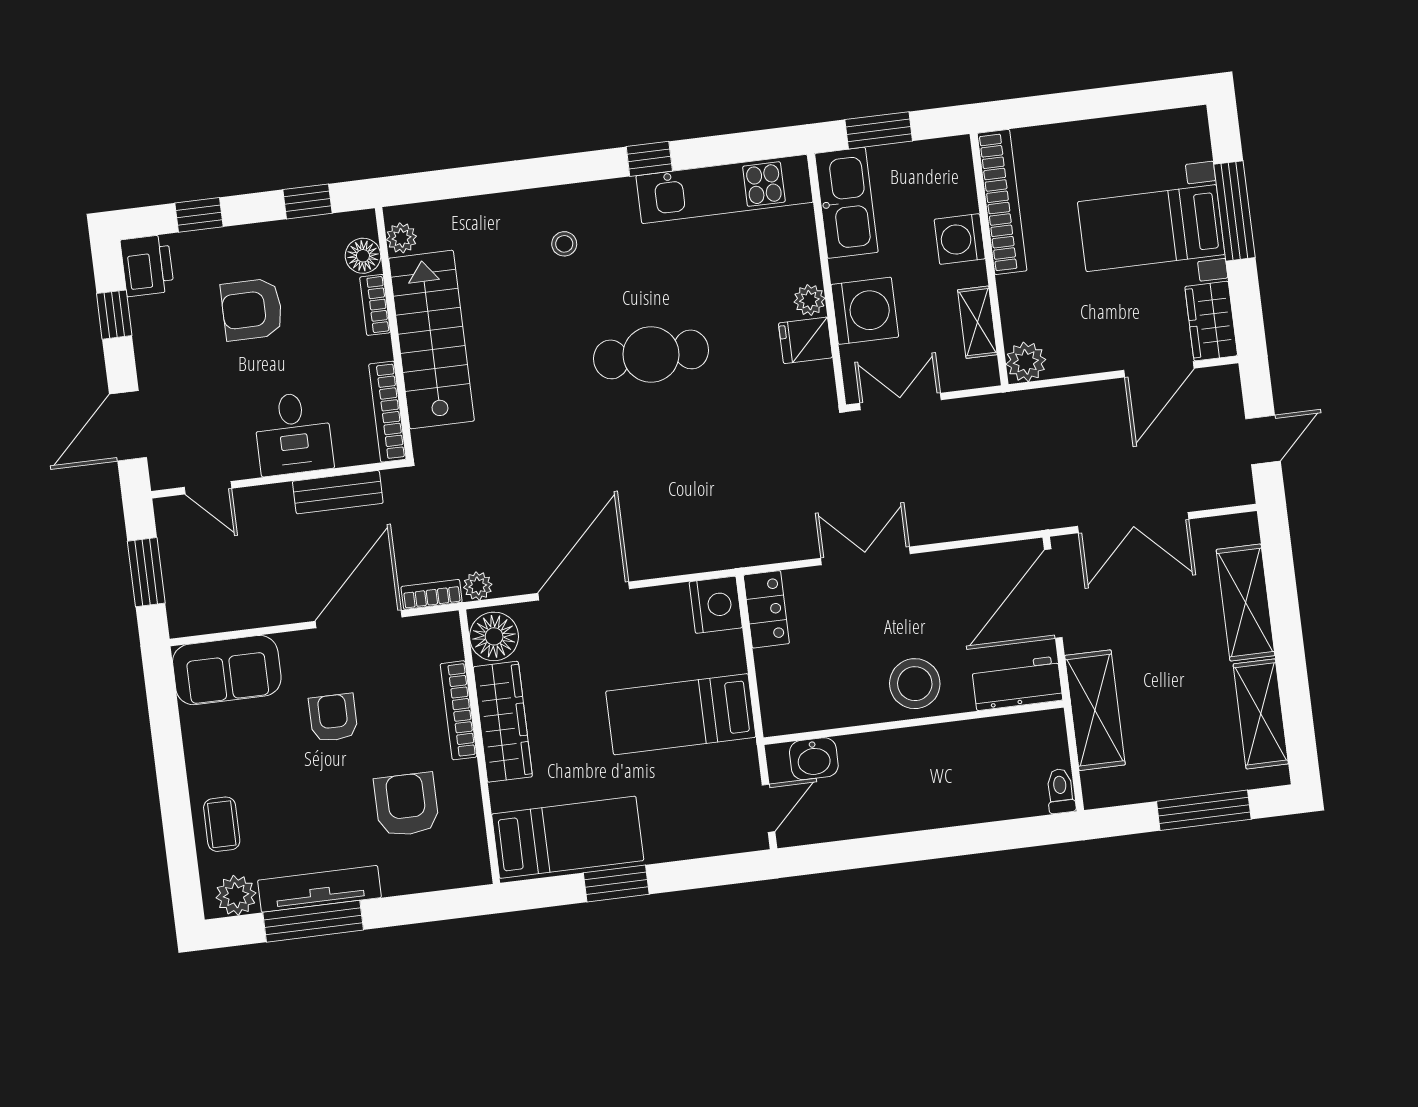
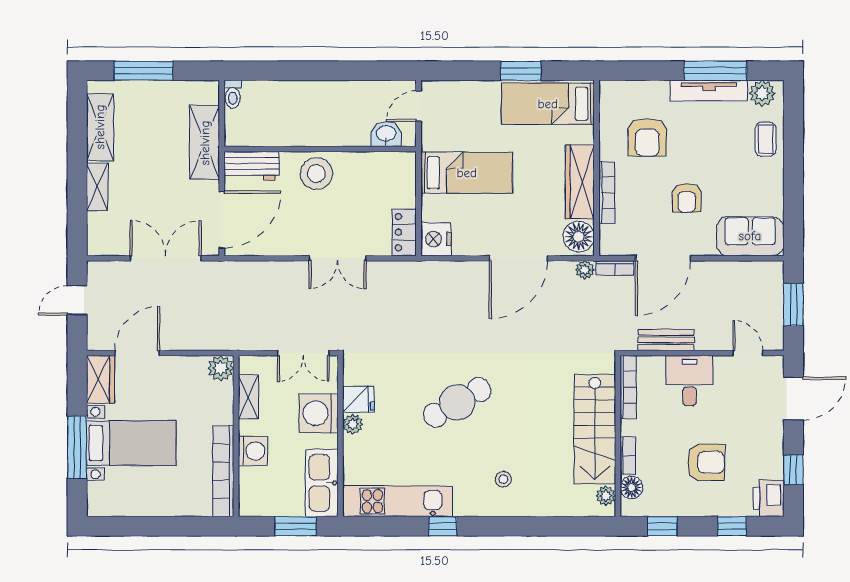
cafe table: (651, 354) -> (457, 402), turned -30
shelving: (1246, 603) -> (97, 187), width x0.67, depth x0.75

